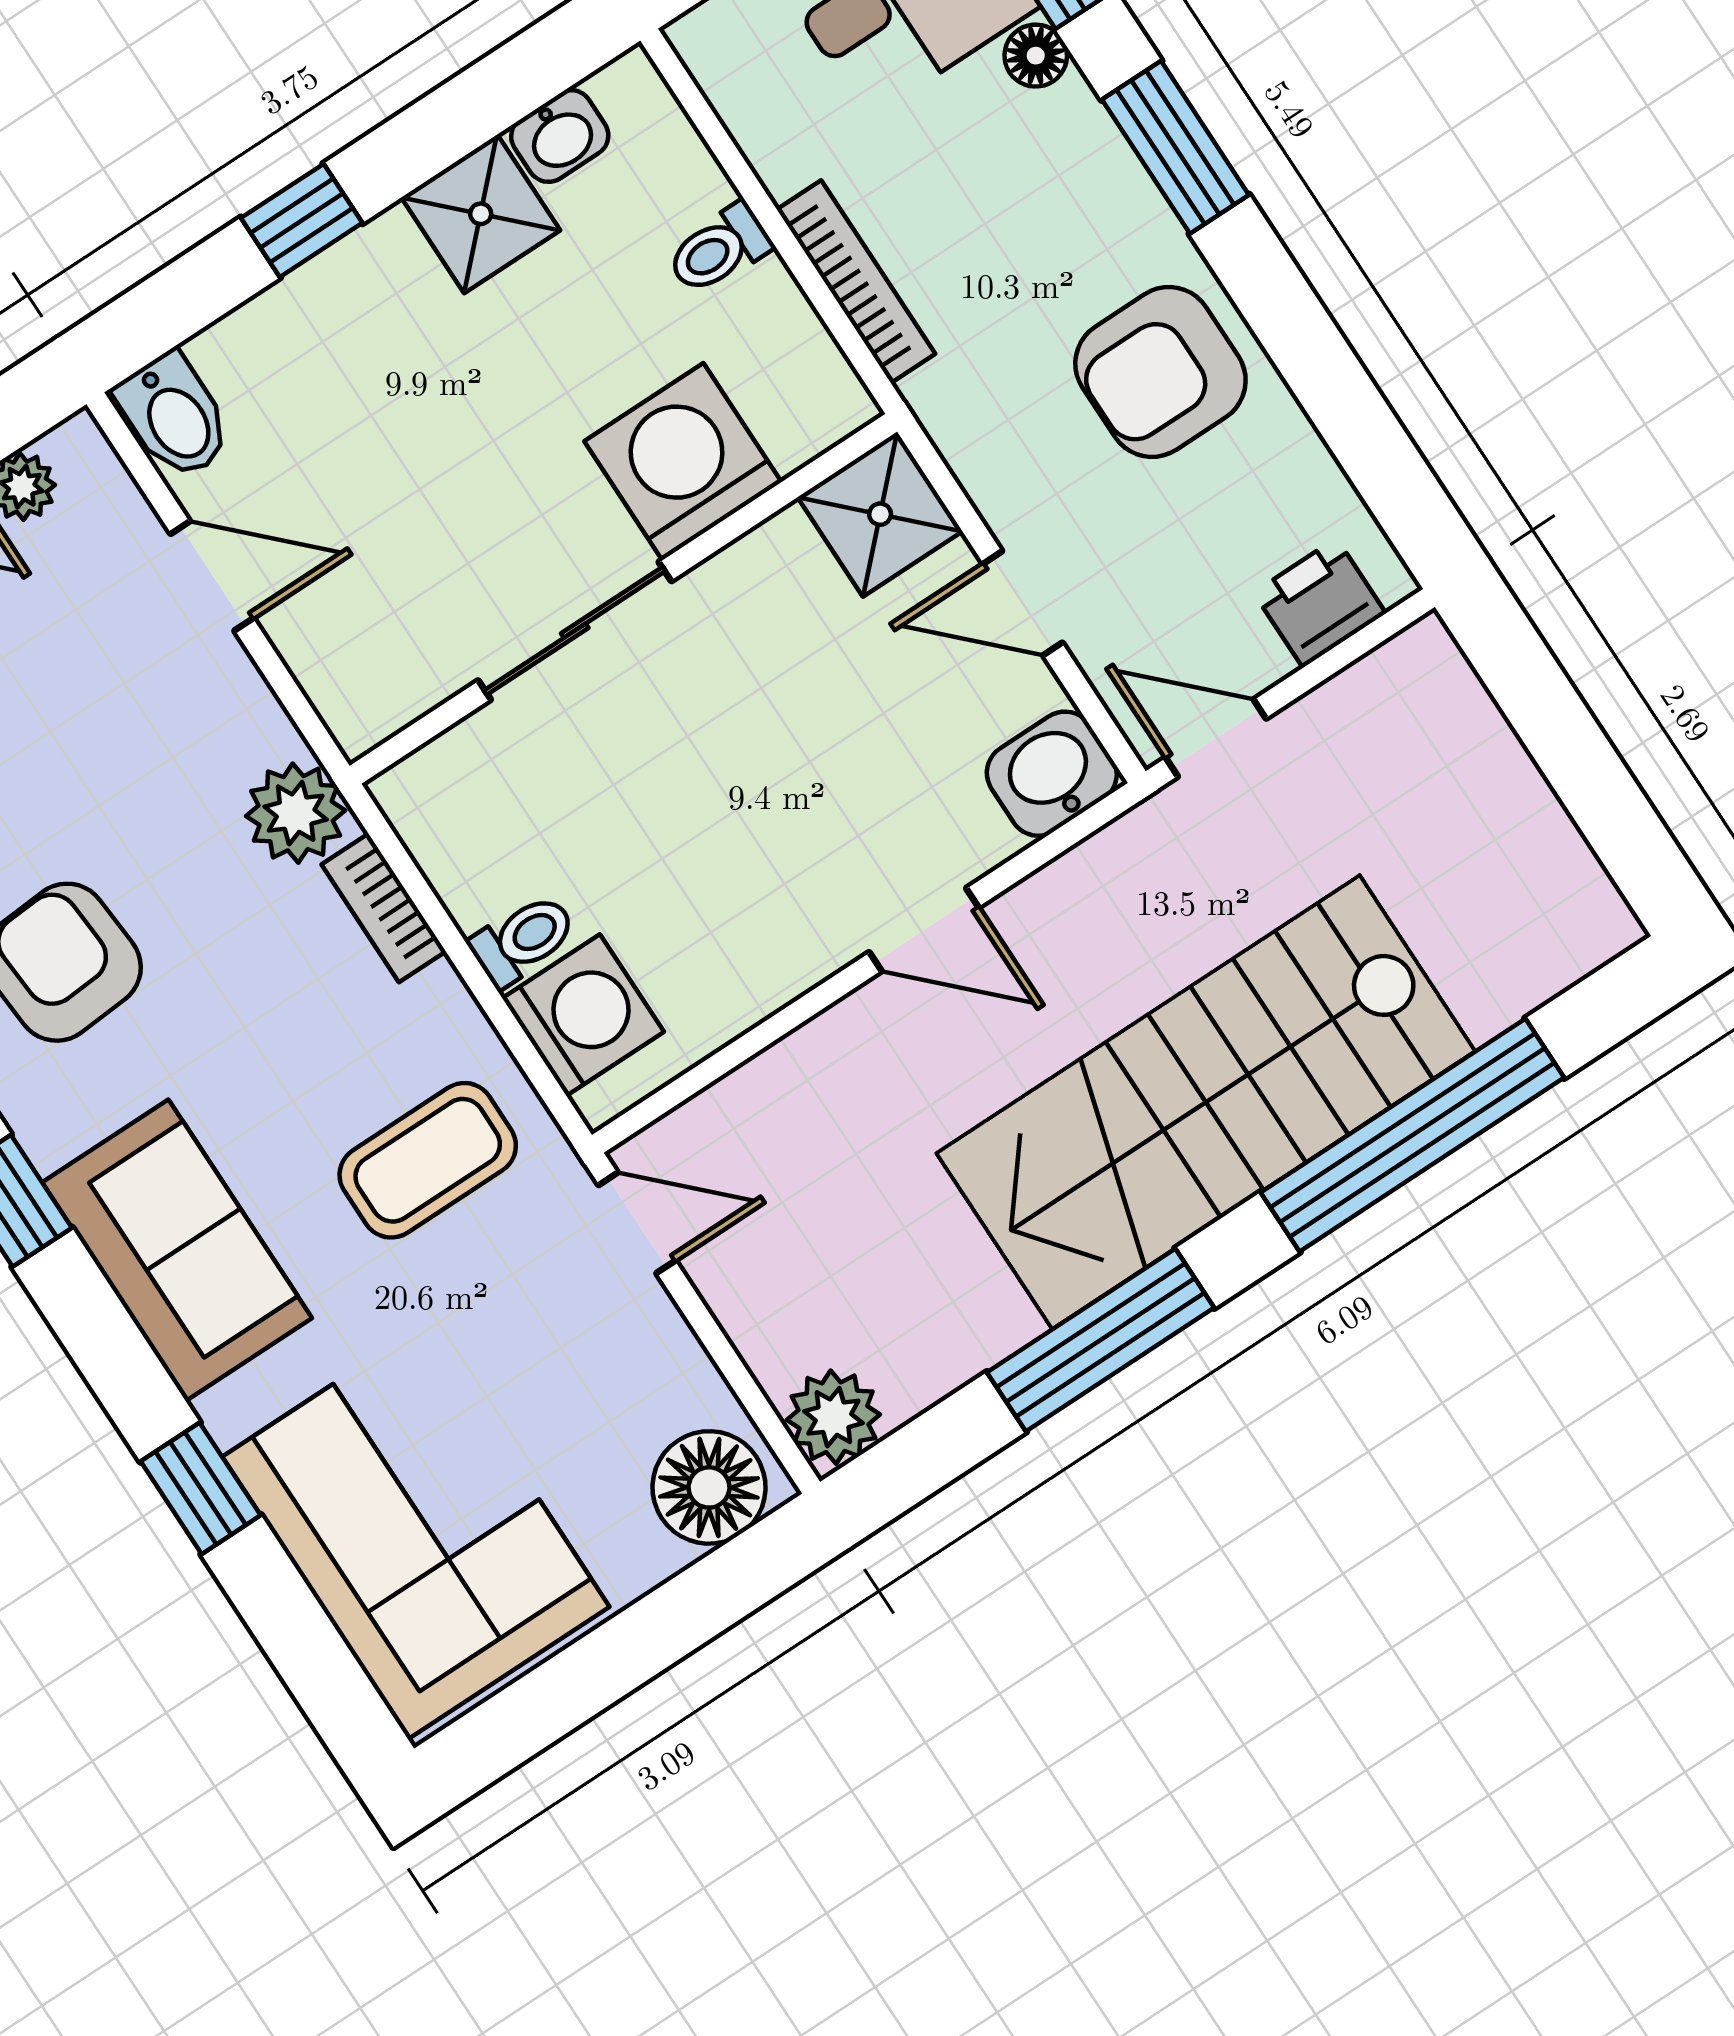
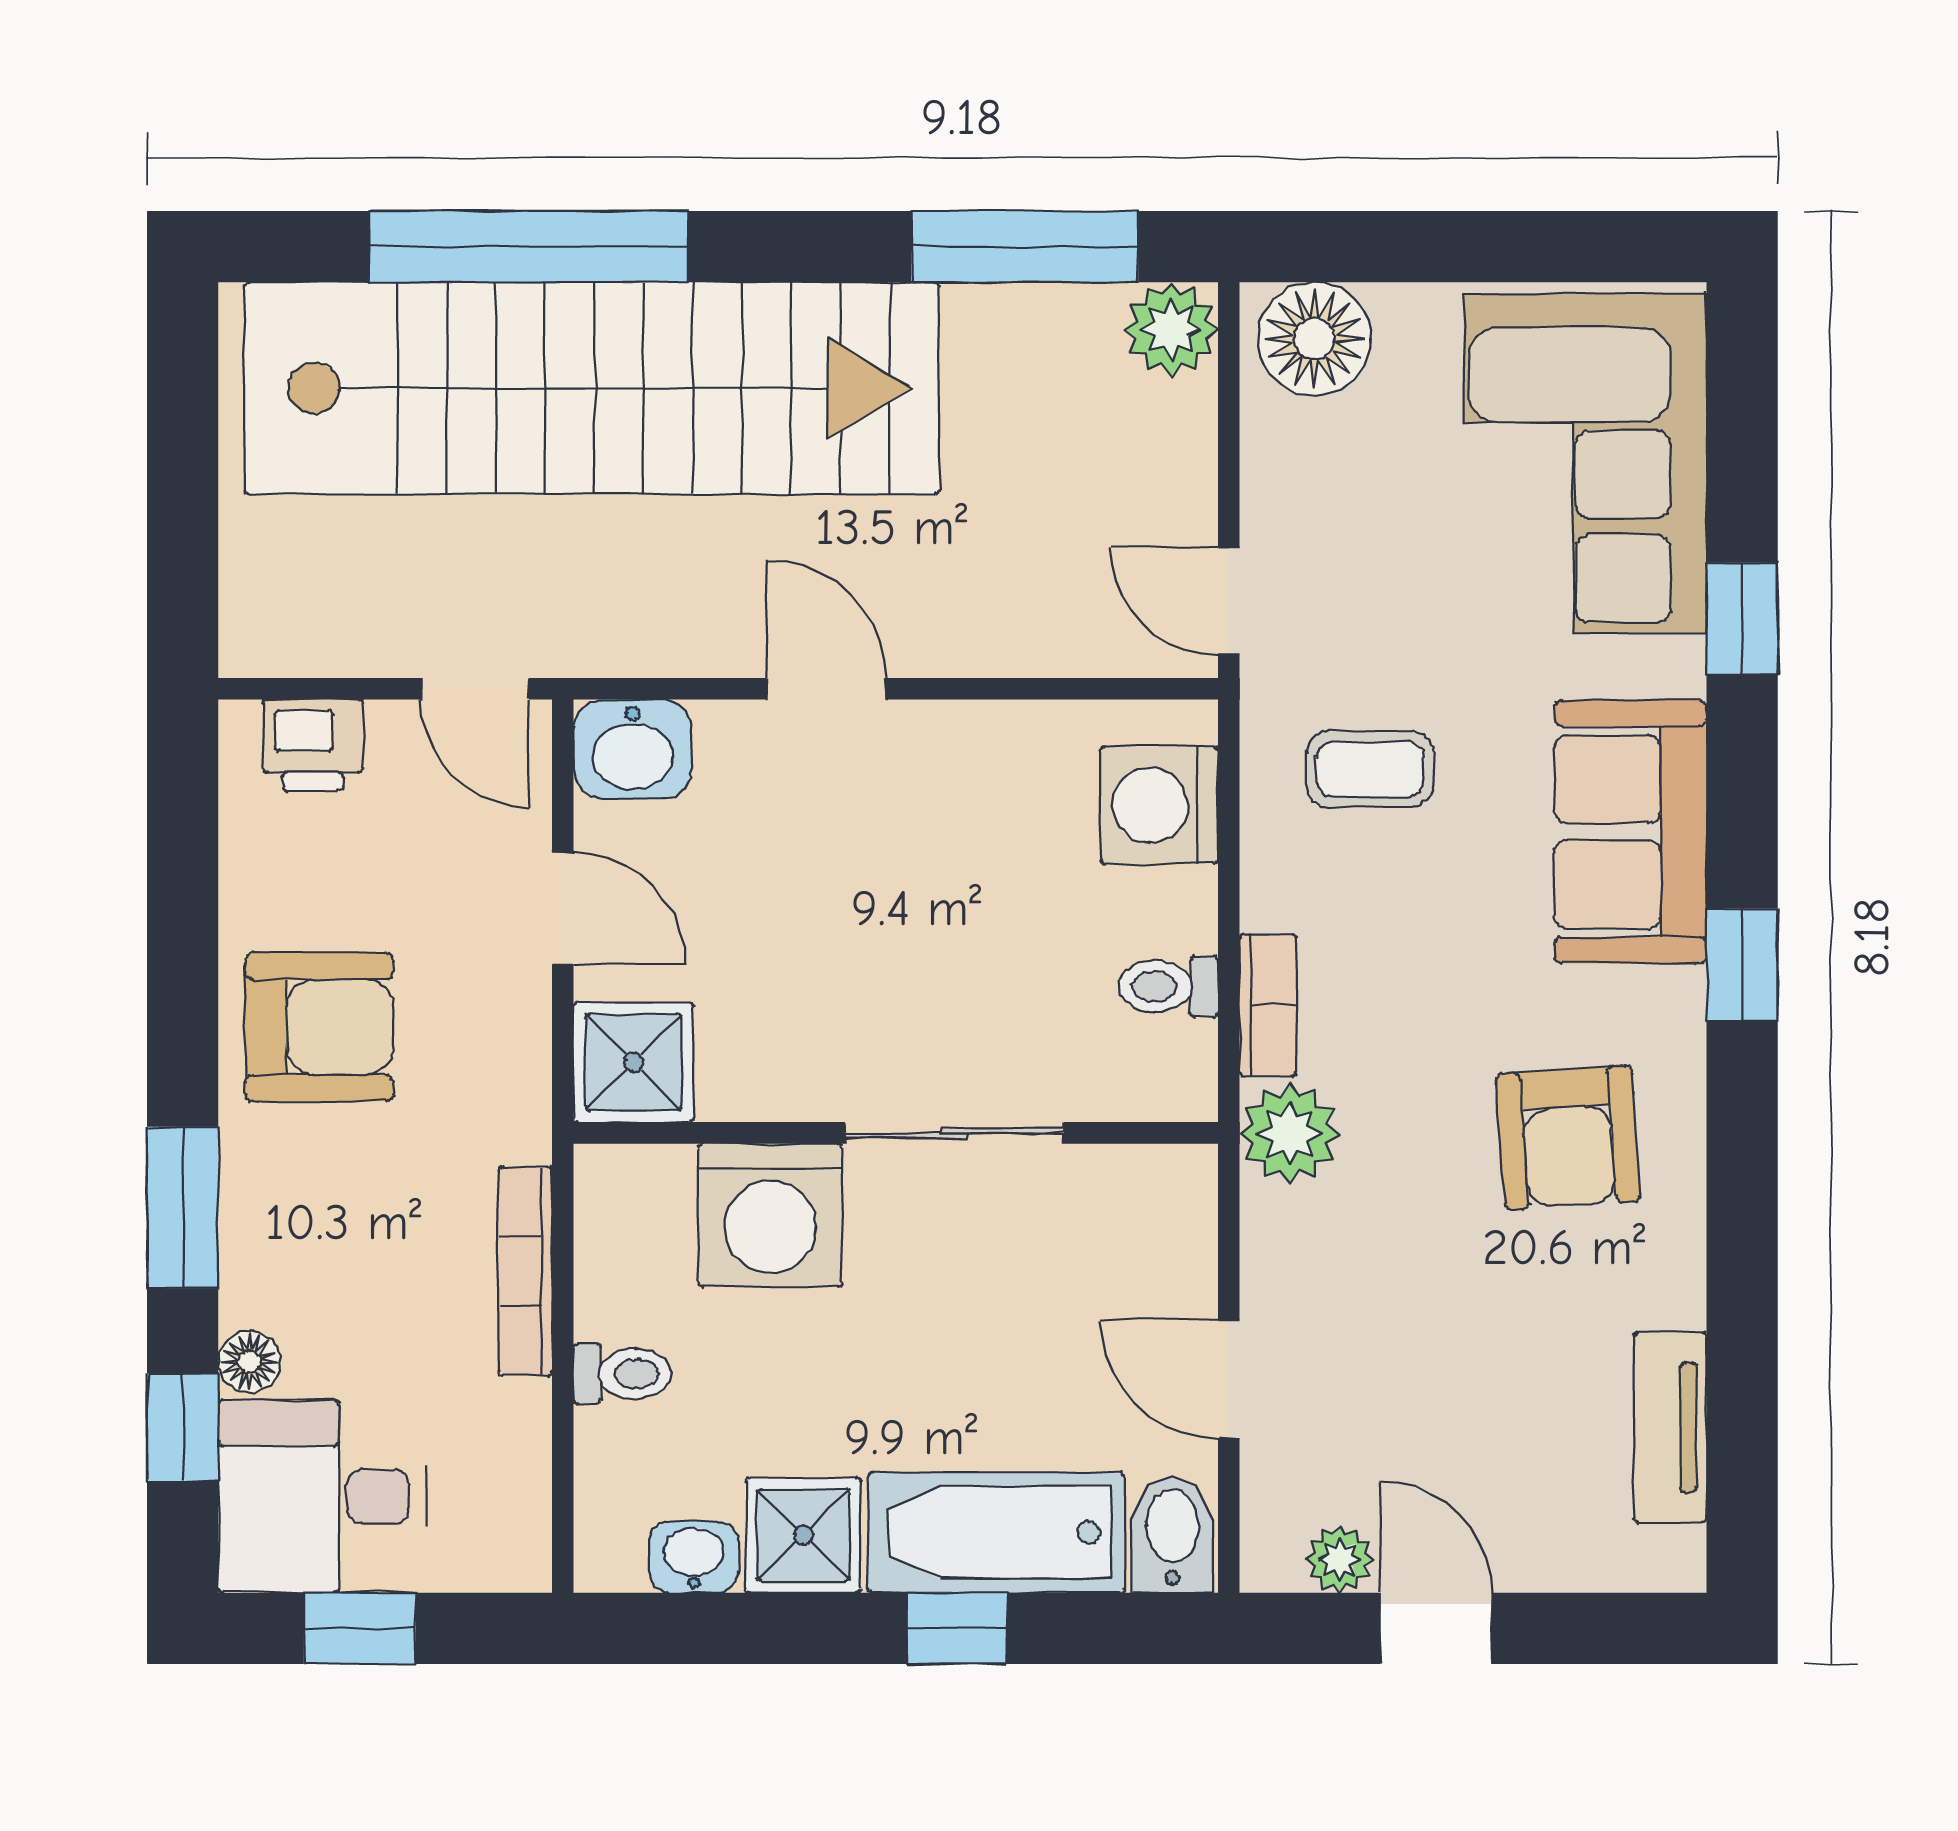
bathtub: (322, 322) -> (996, 1532), added
toilet: (523, 940) -> (1168, 986), moved
stairs: (1206, 1102) -> (592, 388), width x1.36
coffee table: (428, 1160) -> (1370, 769), width x0.73, depth x0.77
window: (1101, 1340) -> (1025, 247), moved

